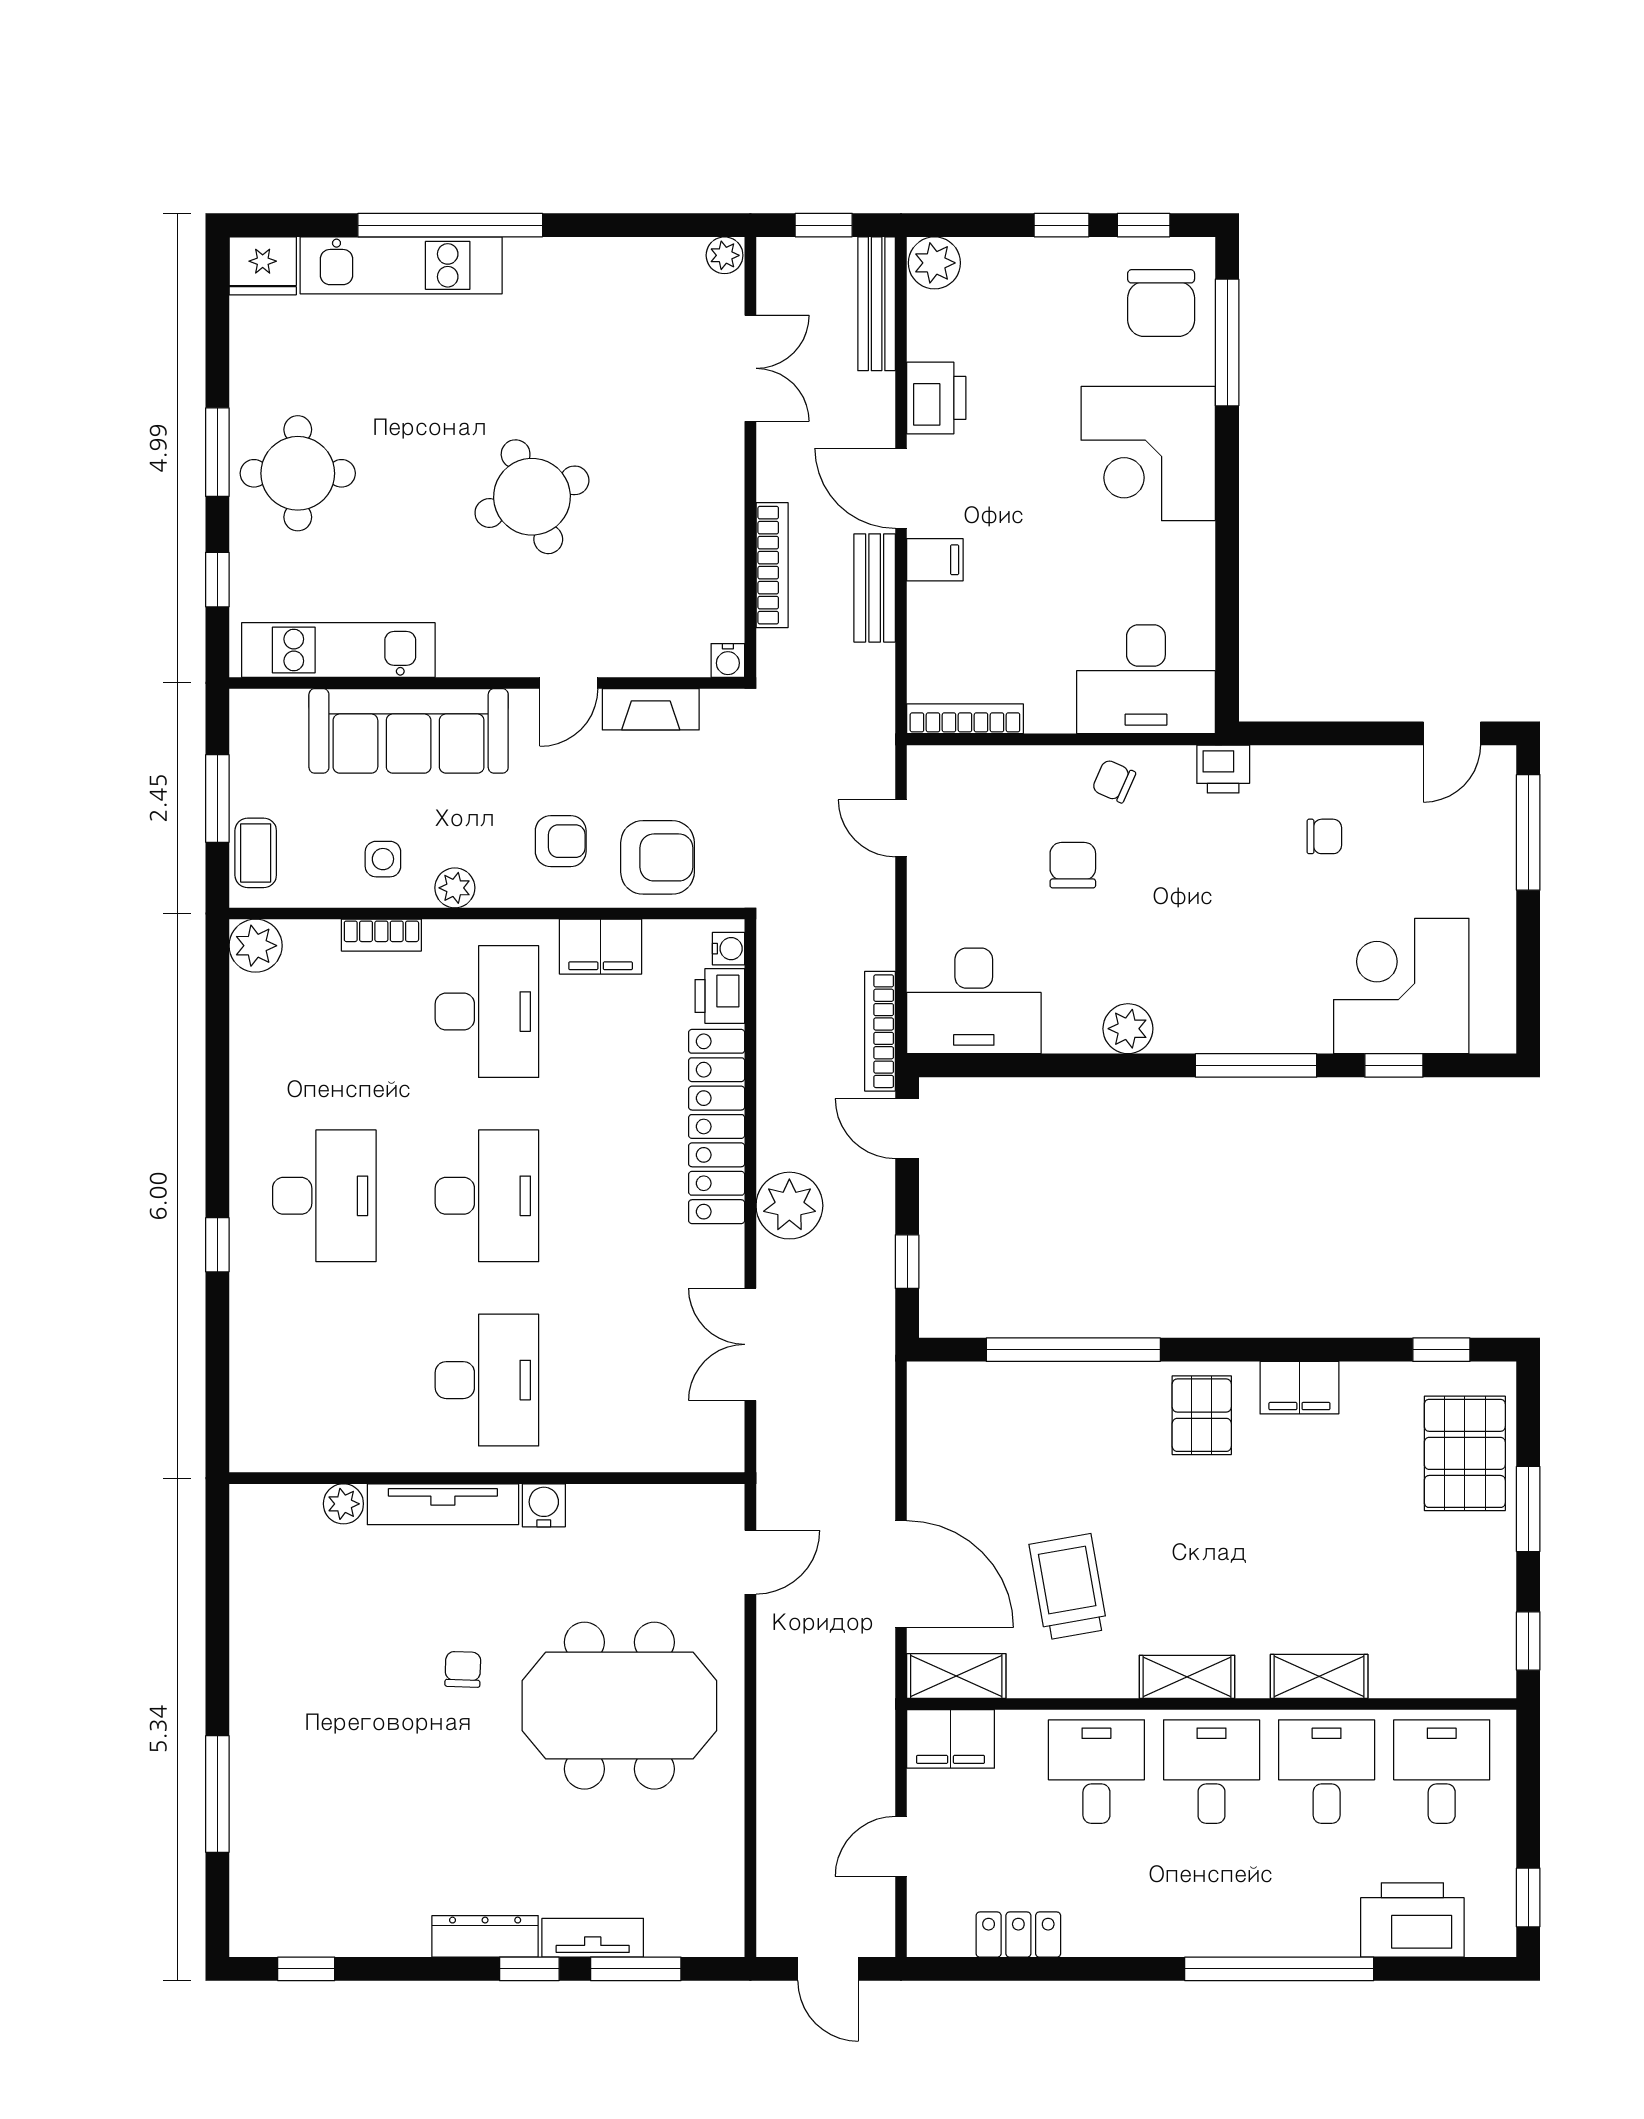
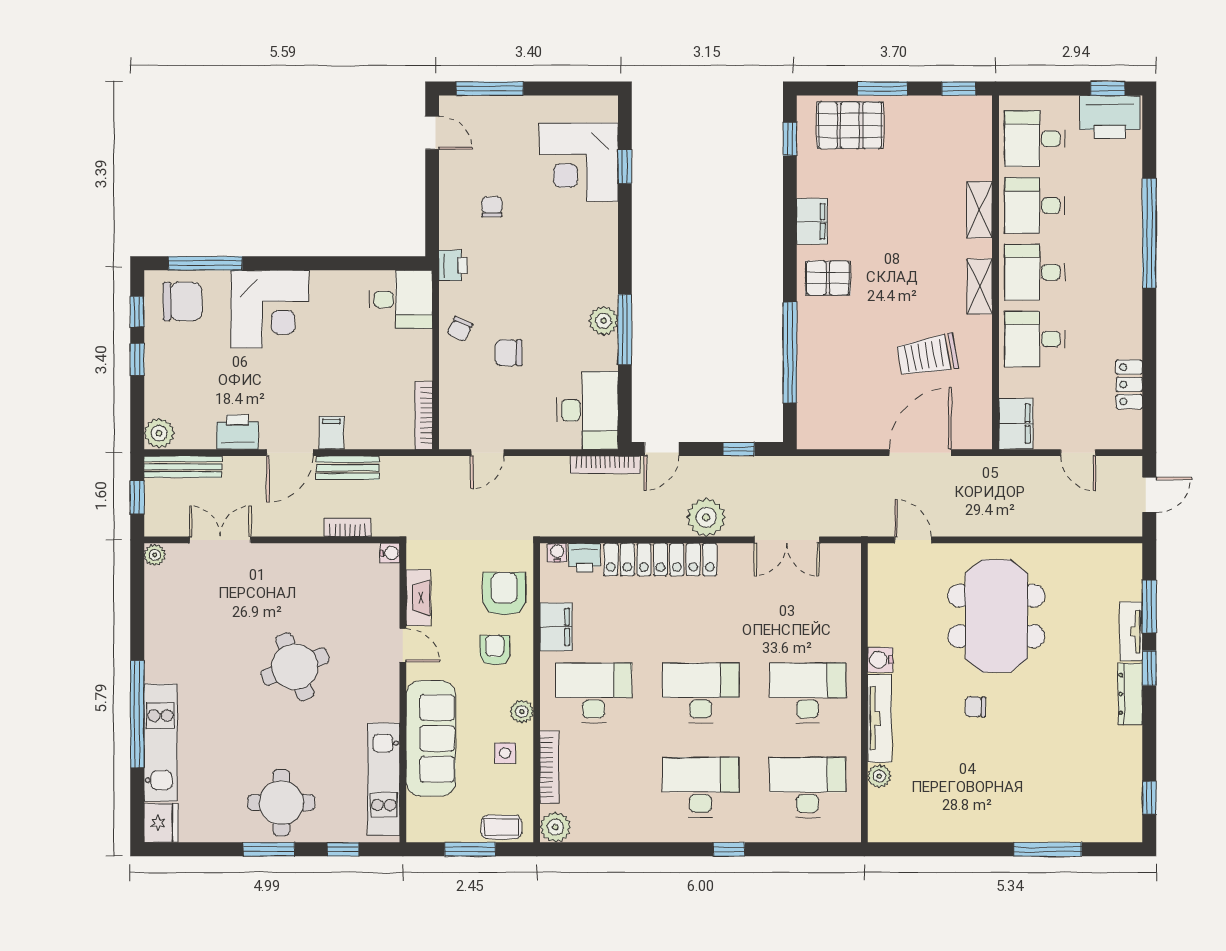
bookcase: (772, 565) -> (348, 527), width x0.64
desk: (1146, 679) -> (401, 299), width x0.73
bookcase: (381, 935) -> (549, 767), width x1.56
window: (1256, 1065) -> (625, 330), moved
desk: (324, 1380) -> (807, 787), added
shelving: (956, 1676) -> (979, 420), removed
printer: (1412, 1920) -> (1110, 117), moved, turned -90

